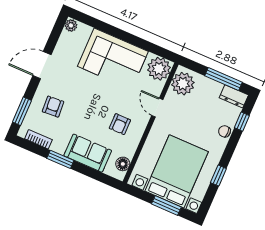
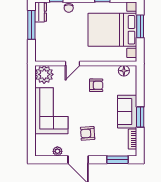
plant: (71, 25) -> (57, 151), moved
plant: (183, 84) -> (47, 53), removed
armchair: (53, 107) -> (88, 133), moved
sofa: (88, 153) -> (127, 112), moved

